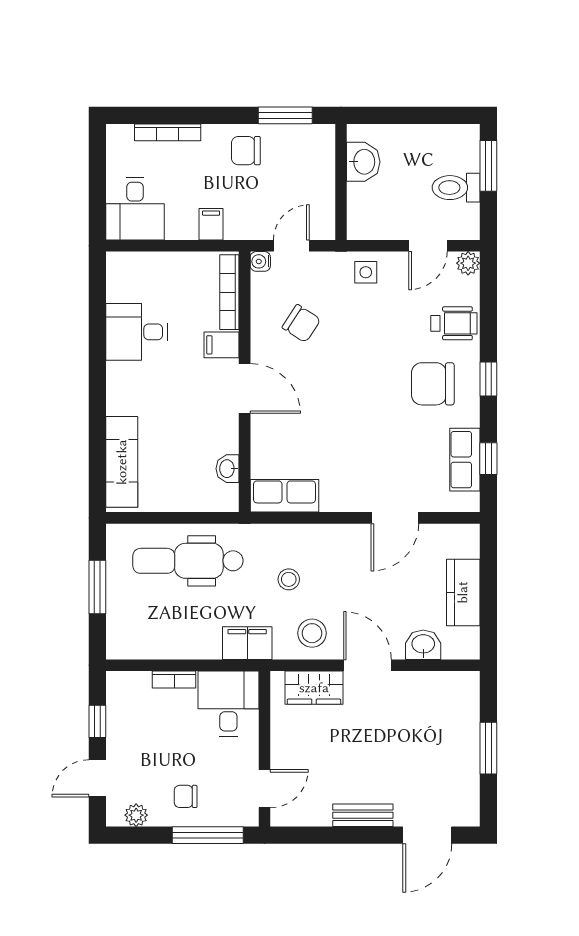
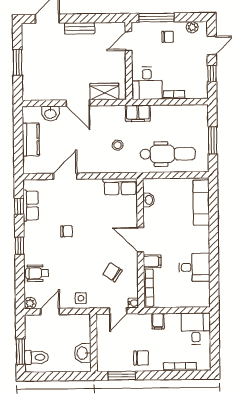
toilet: (456, 188) -> (37, 357), moved
chair: (433, 384) -> (67, 231), moved, width x0.54, depth x0.54
stool: (312, 633) -> (106, 119), removed

